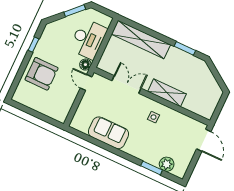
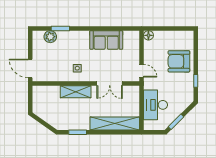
floor lamp: (85, 65) -> (148, 35), moved

